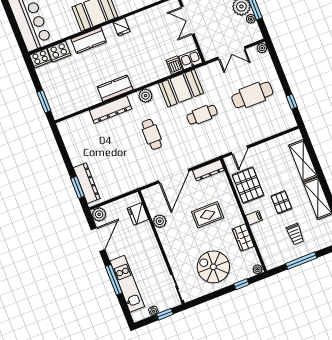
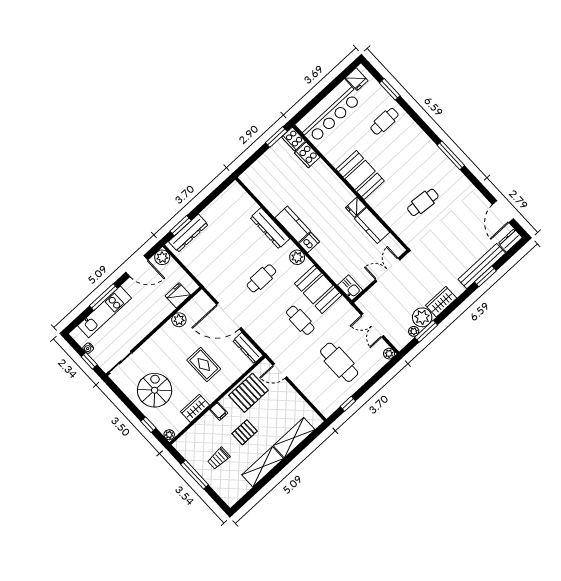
kitchen counter: (89, 40) -> (372, 226), moved
dishwasher: (174, 65) -> (309, 243), moved
window: (44, 102) -> (276, 137), moved

